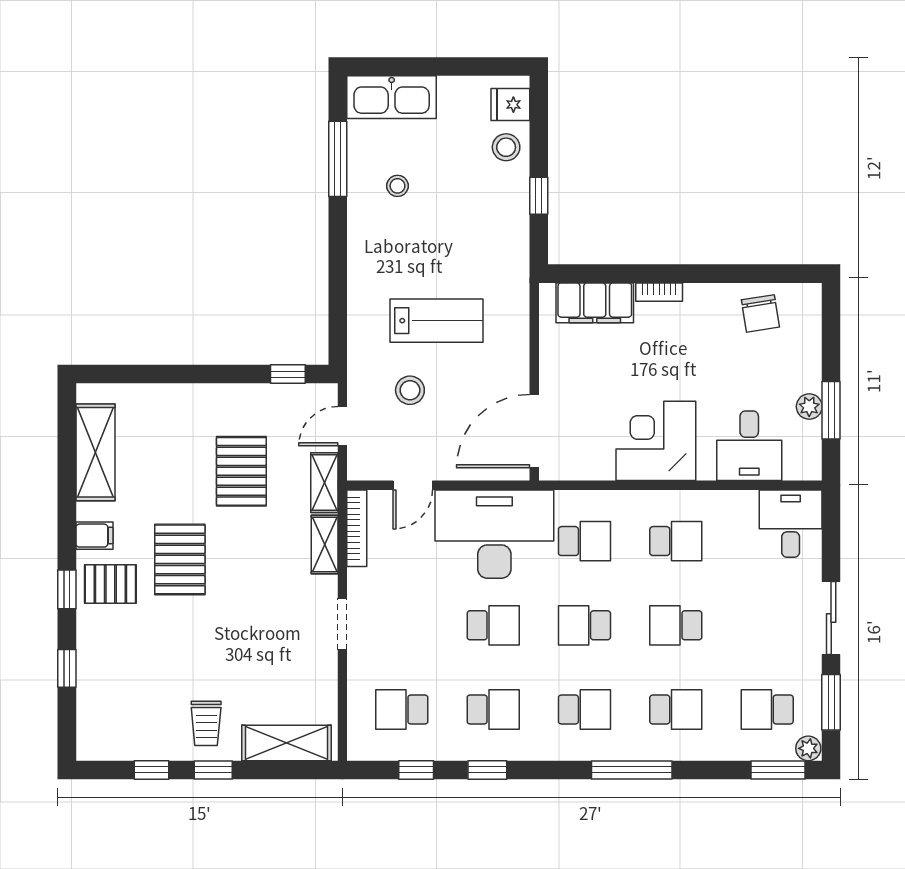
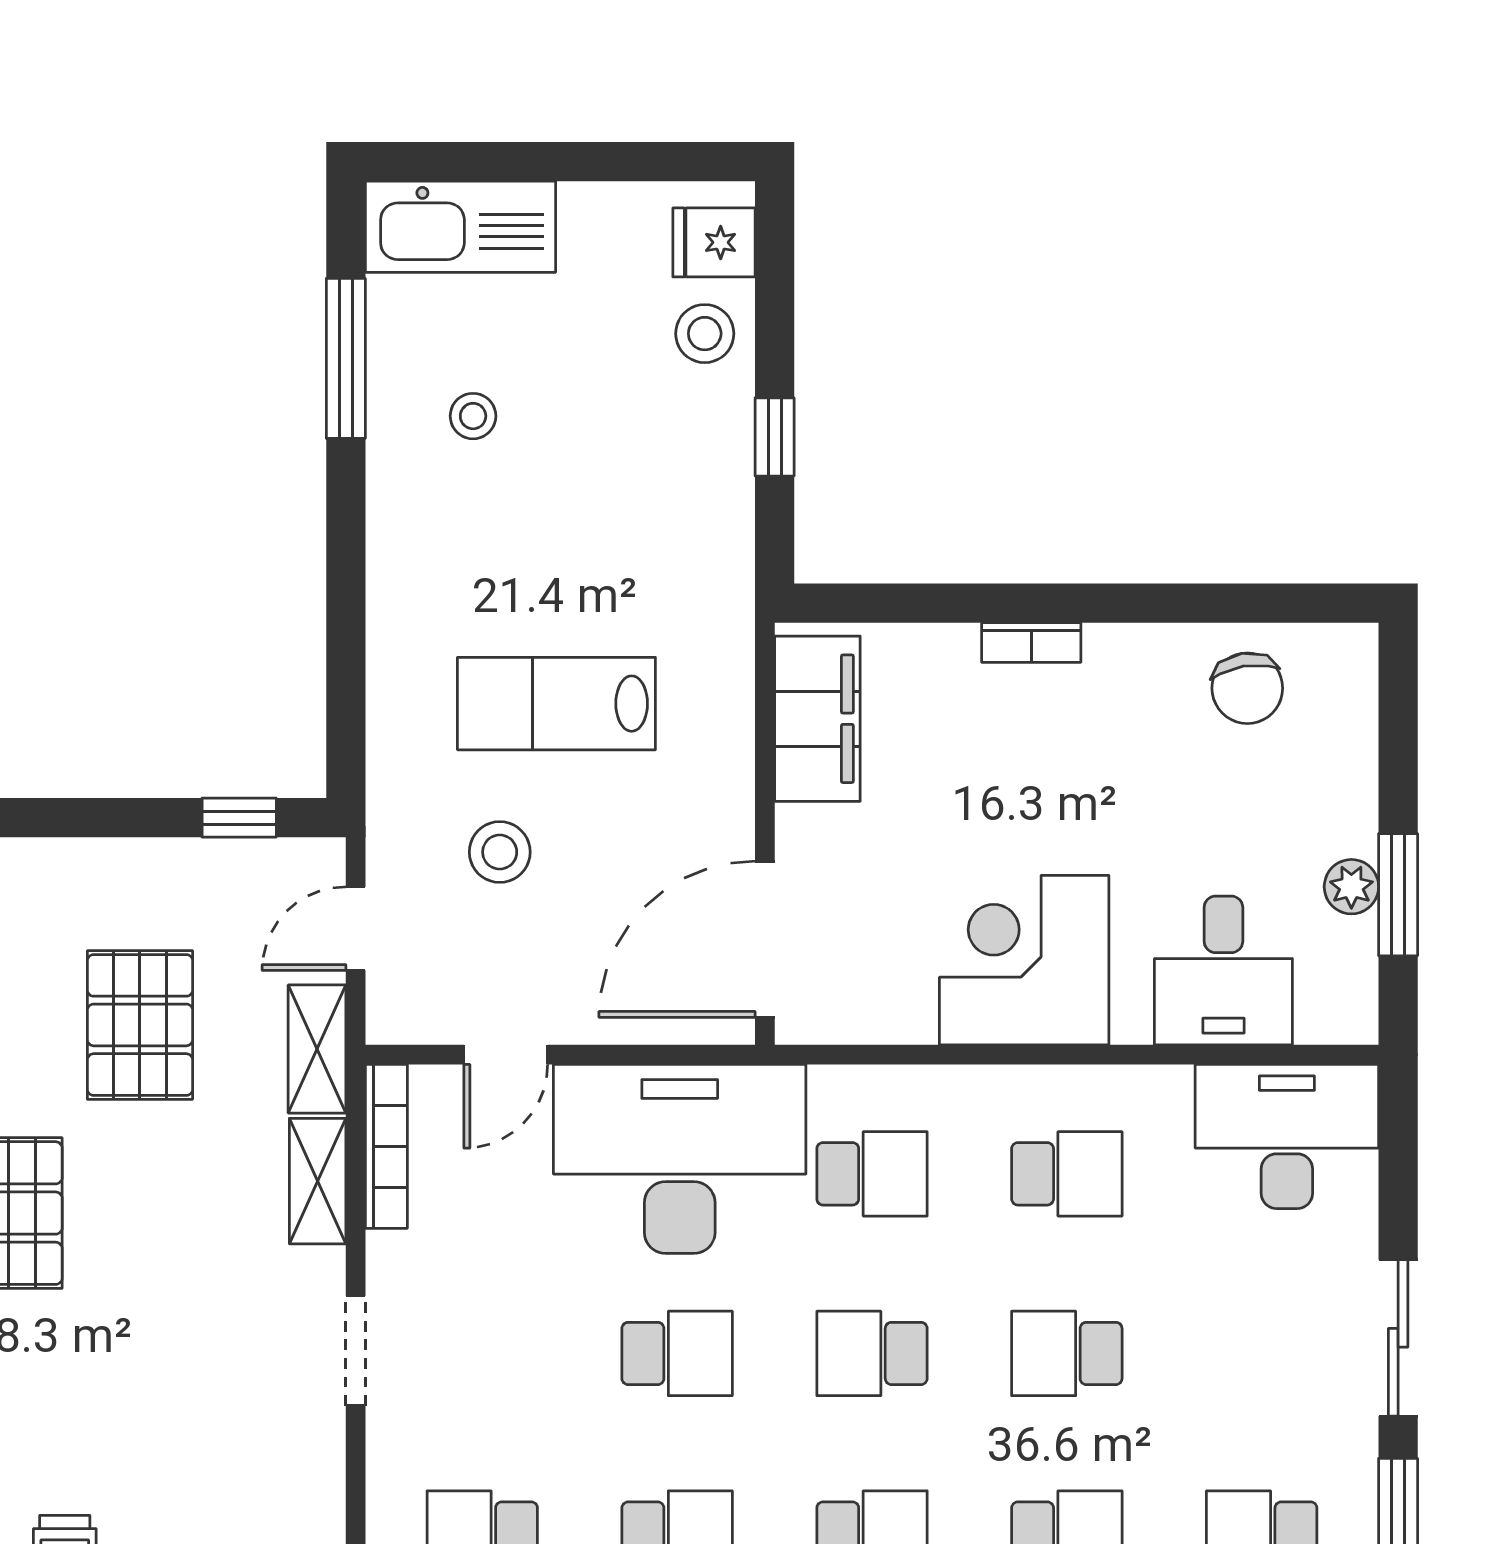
filing cabinet: (595, 303) -> (817, 719), moved, turned -90
lab bench: (437, 321) -> (556, 704), turned 180
desk: (791, 524) -> (1287, 1136), width x1.37

